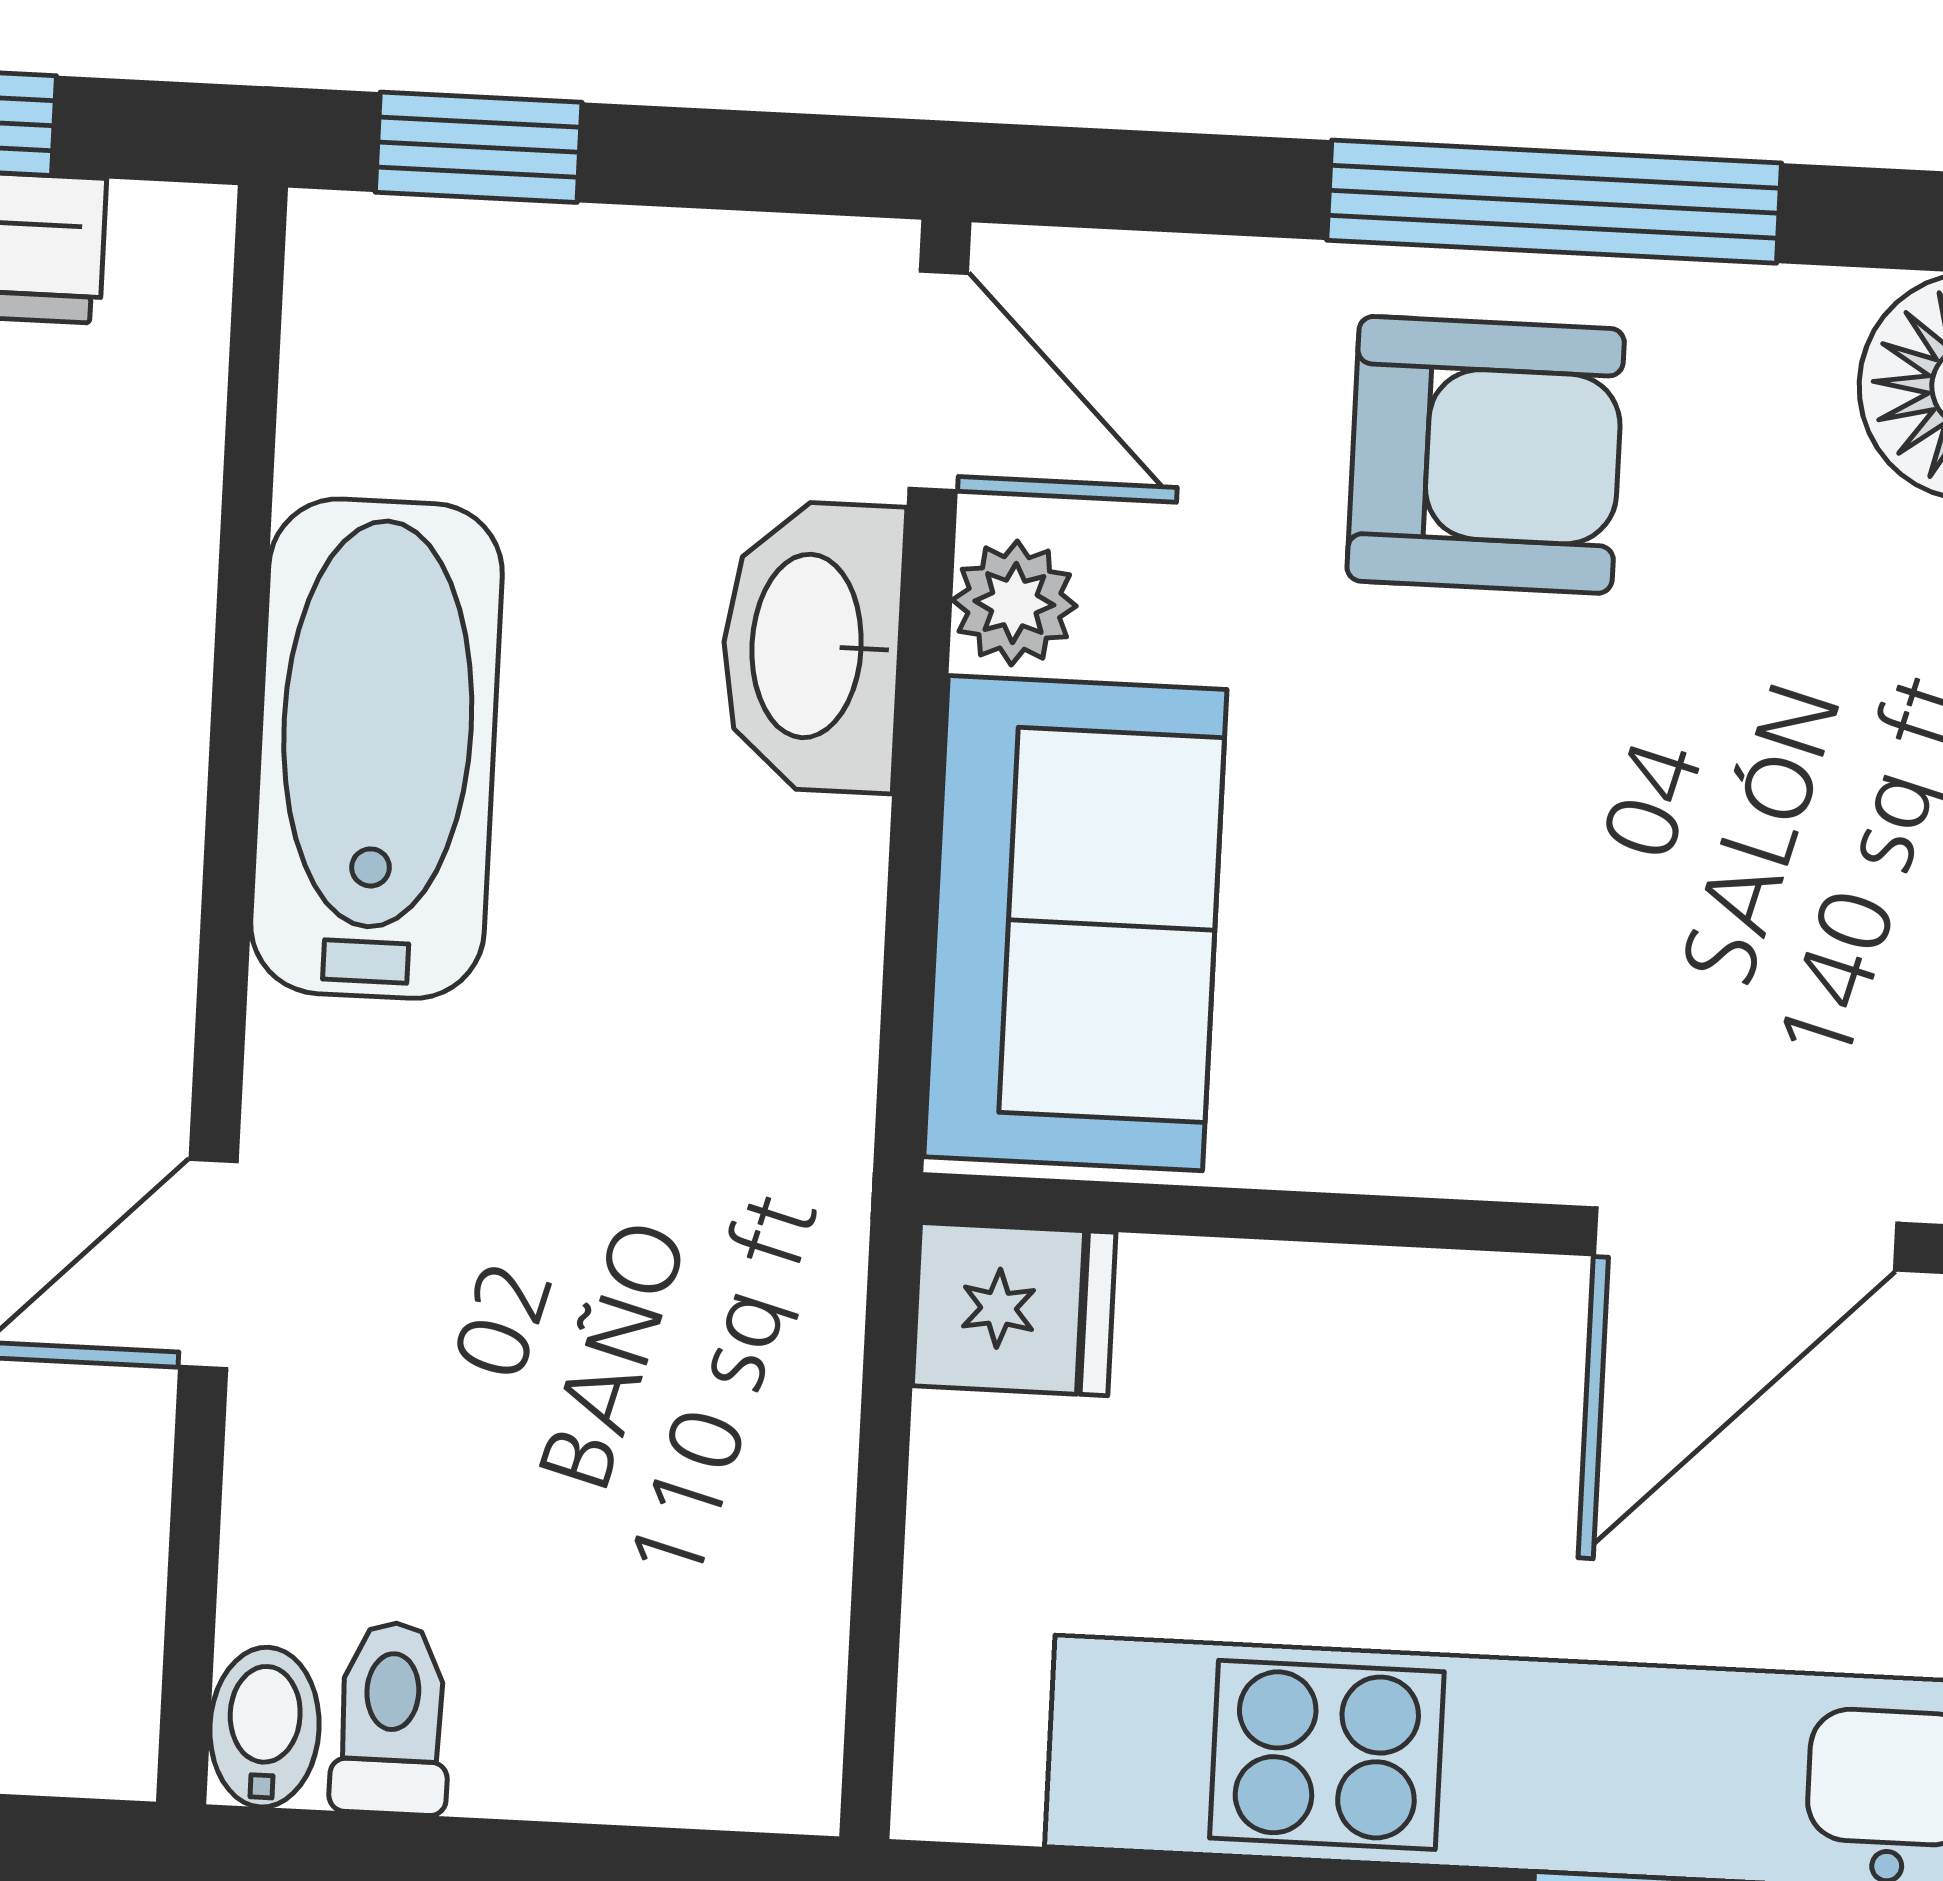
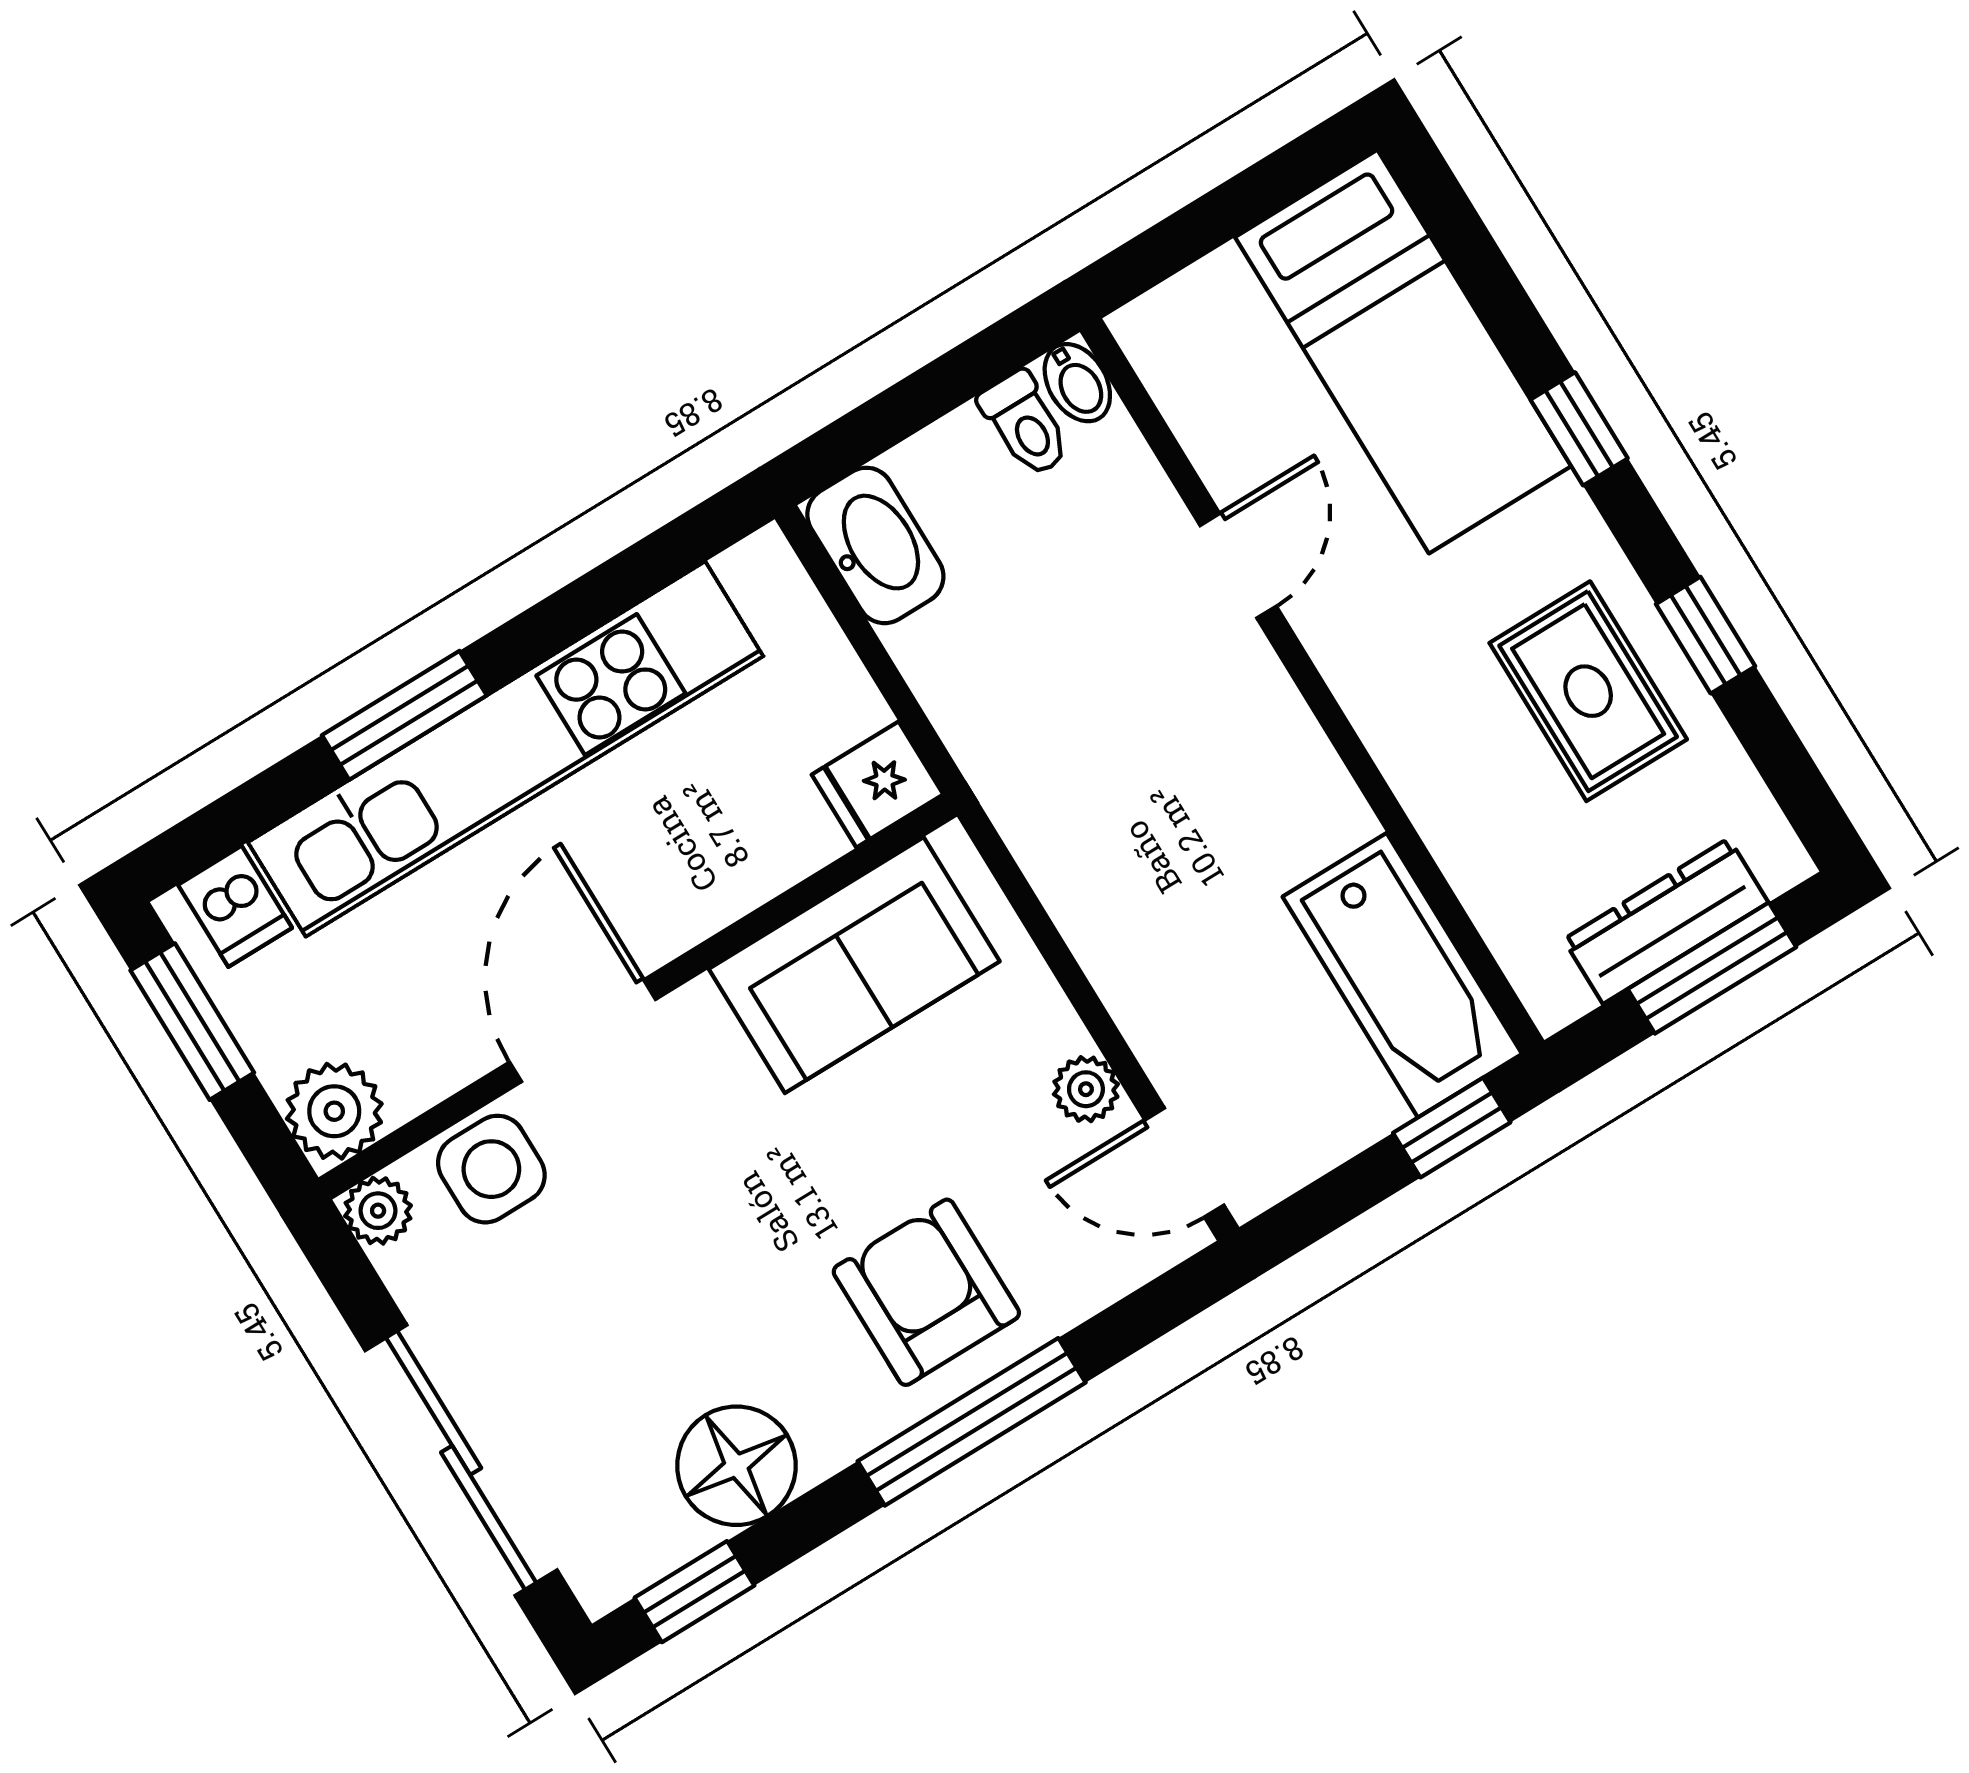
armchair: (1486, 455) -> (926, 1292), turned 90
washbasin: (812, 646) -> (875, 545), moved
bathtub: (377, 749) -> (1402, 975), moved
sofa: (1075, 923) -> (854, 965), moved, turned -90

